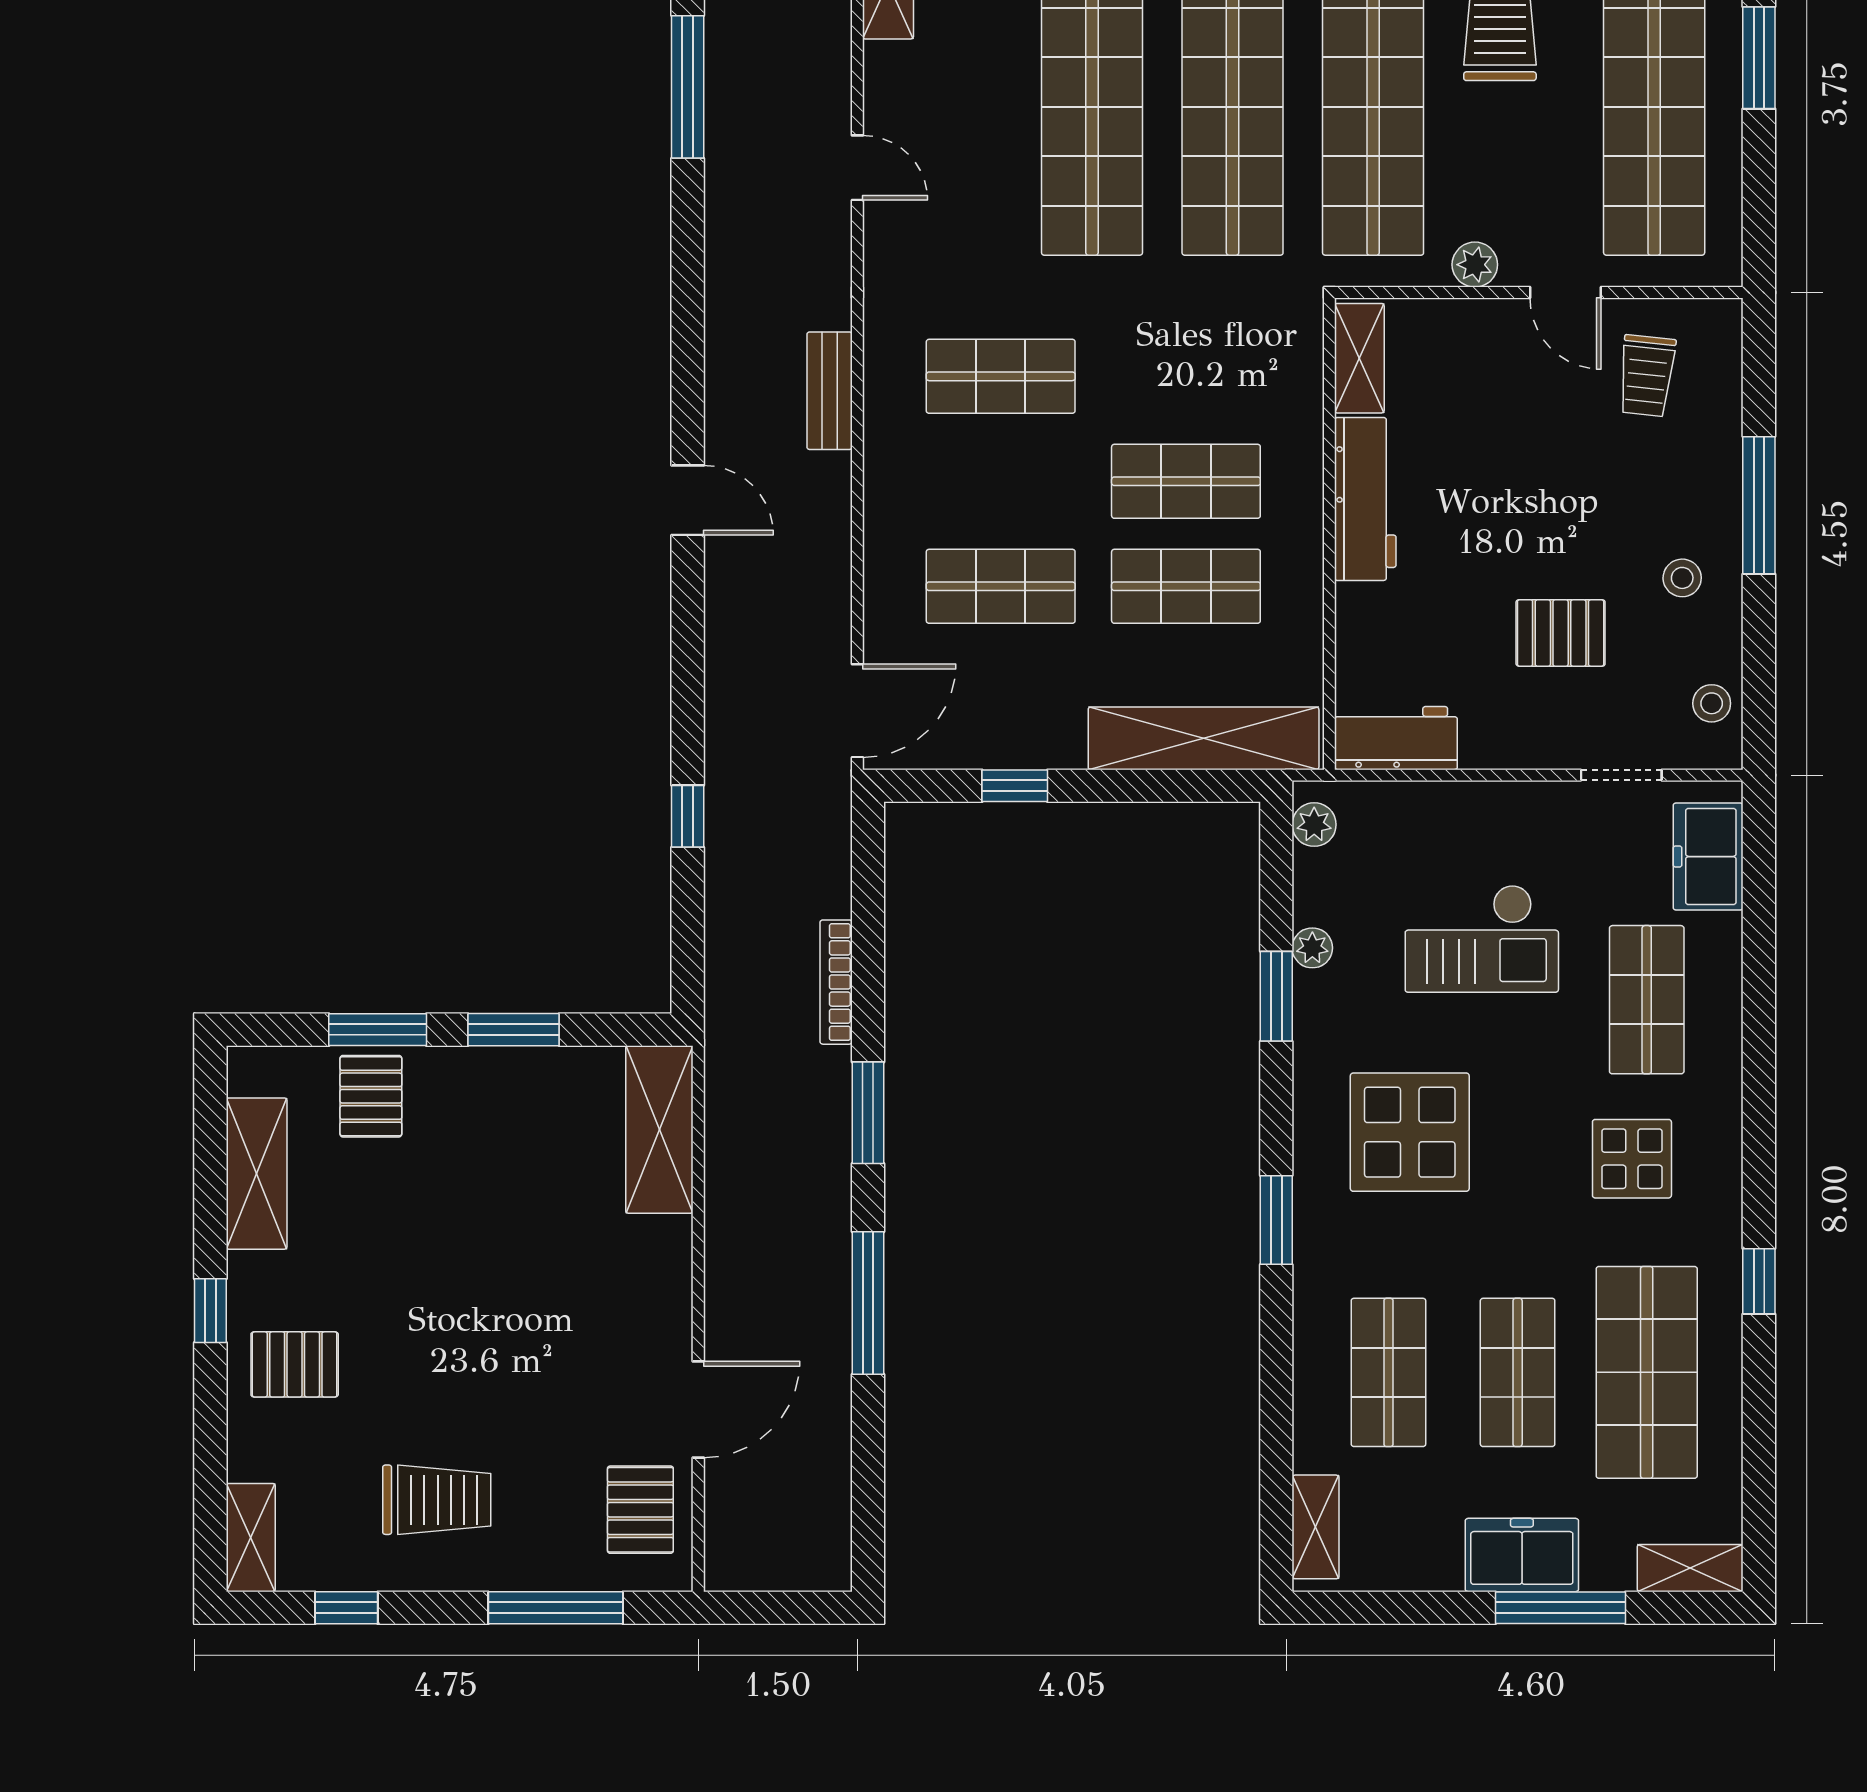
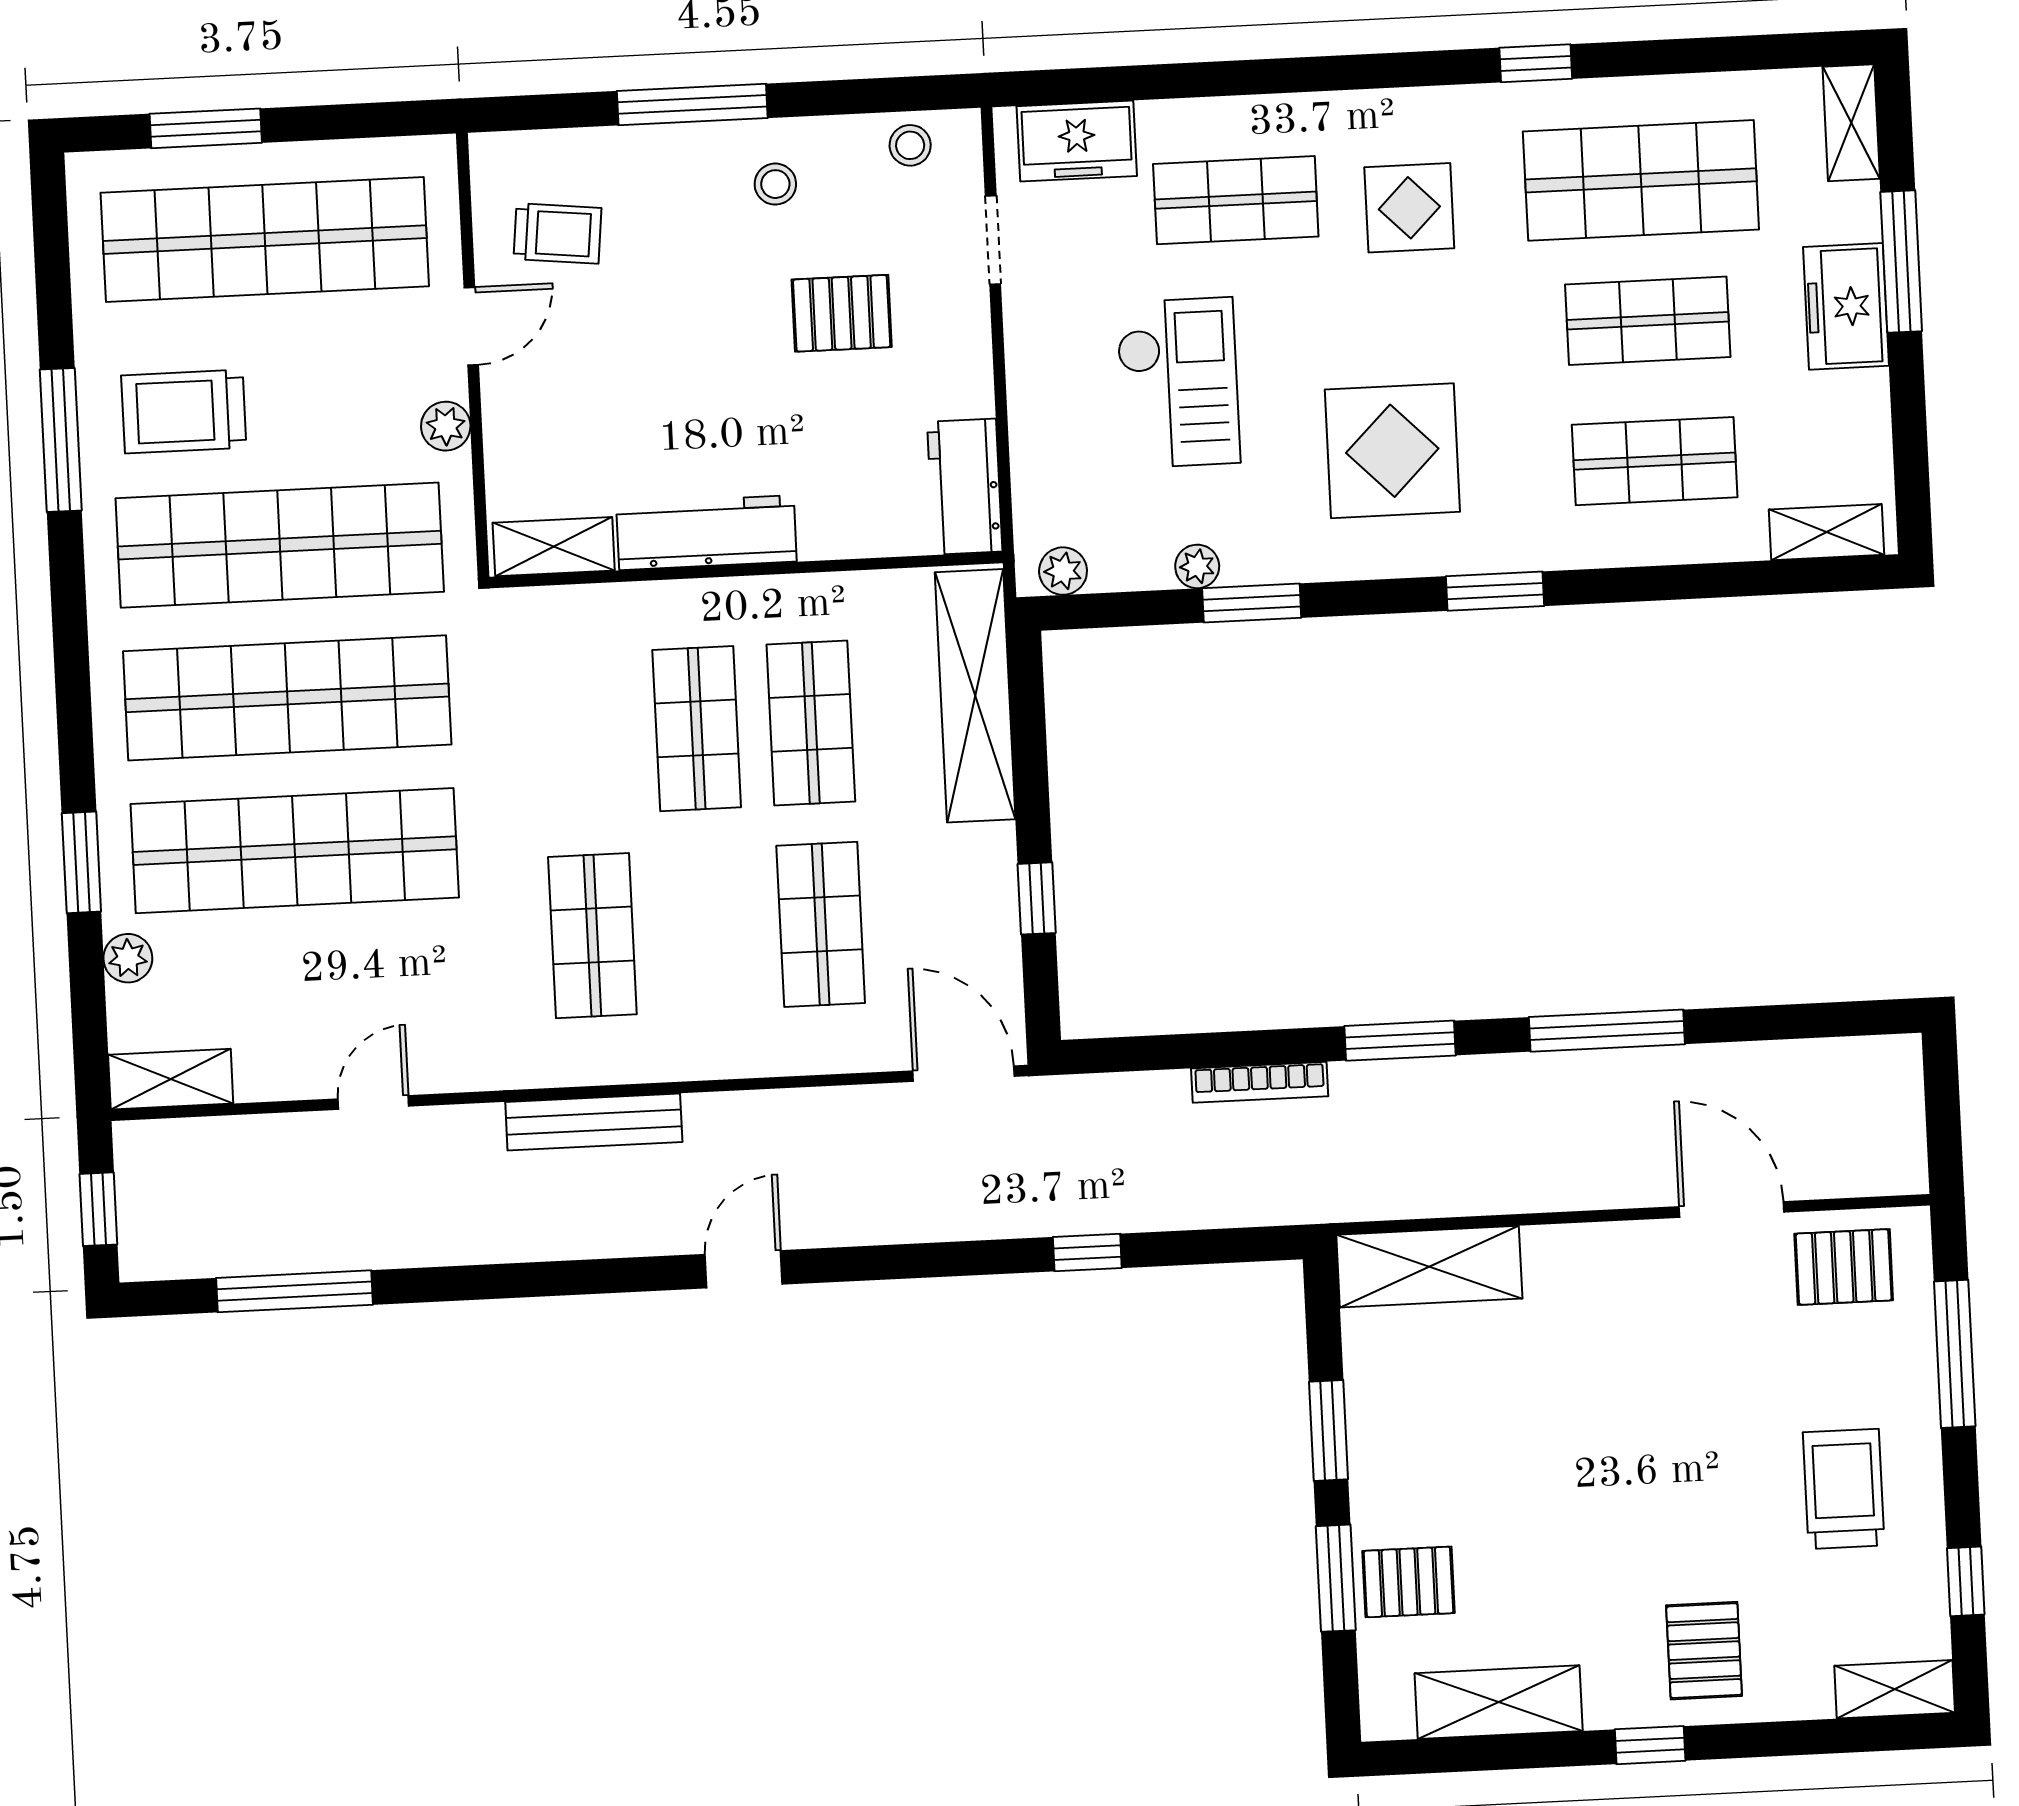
bench: (830, 391) -> (594, 1122), width x1.36
pallet: (1561, 633) -> (842, 313), turned 90

